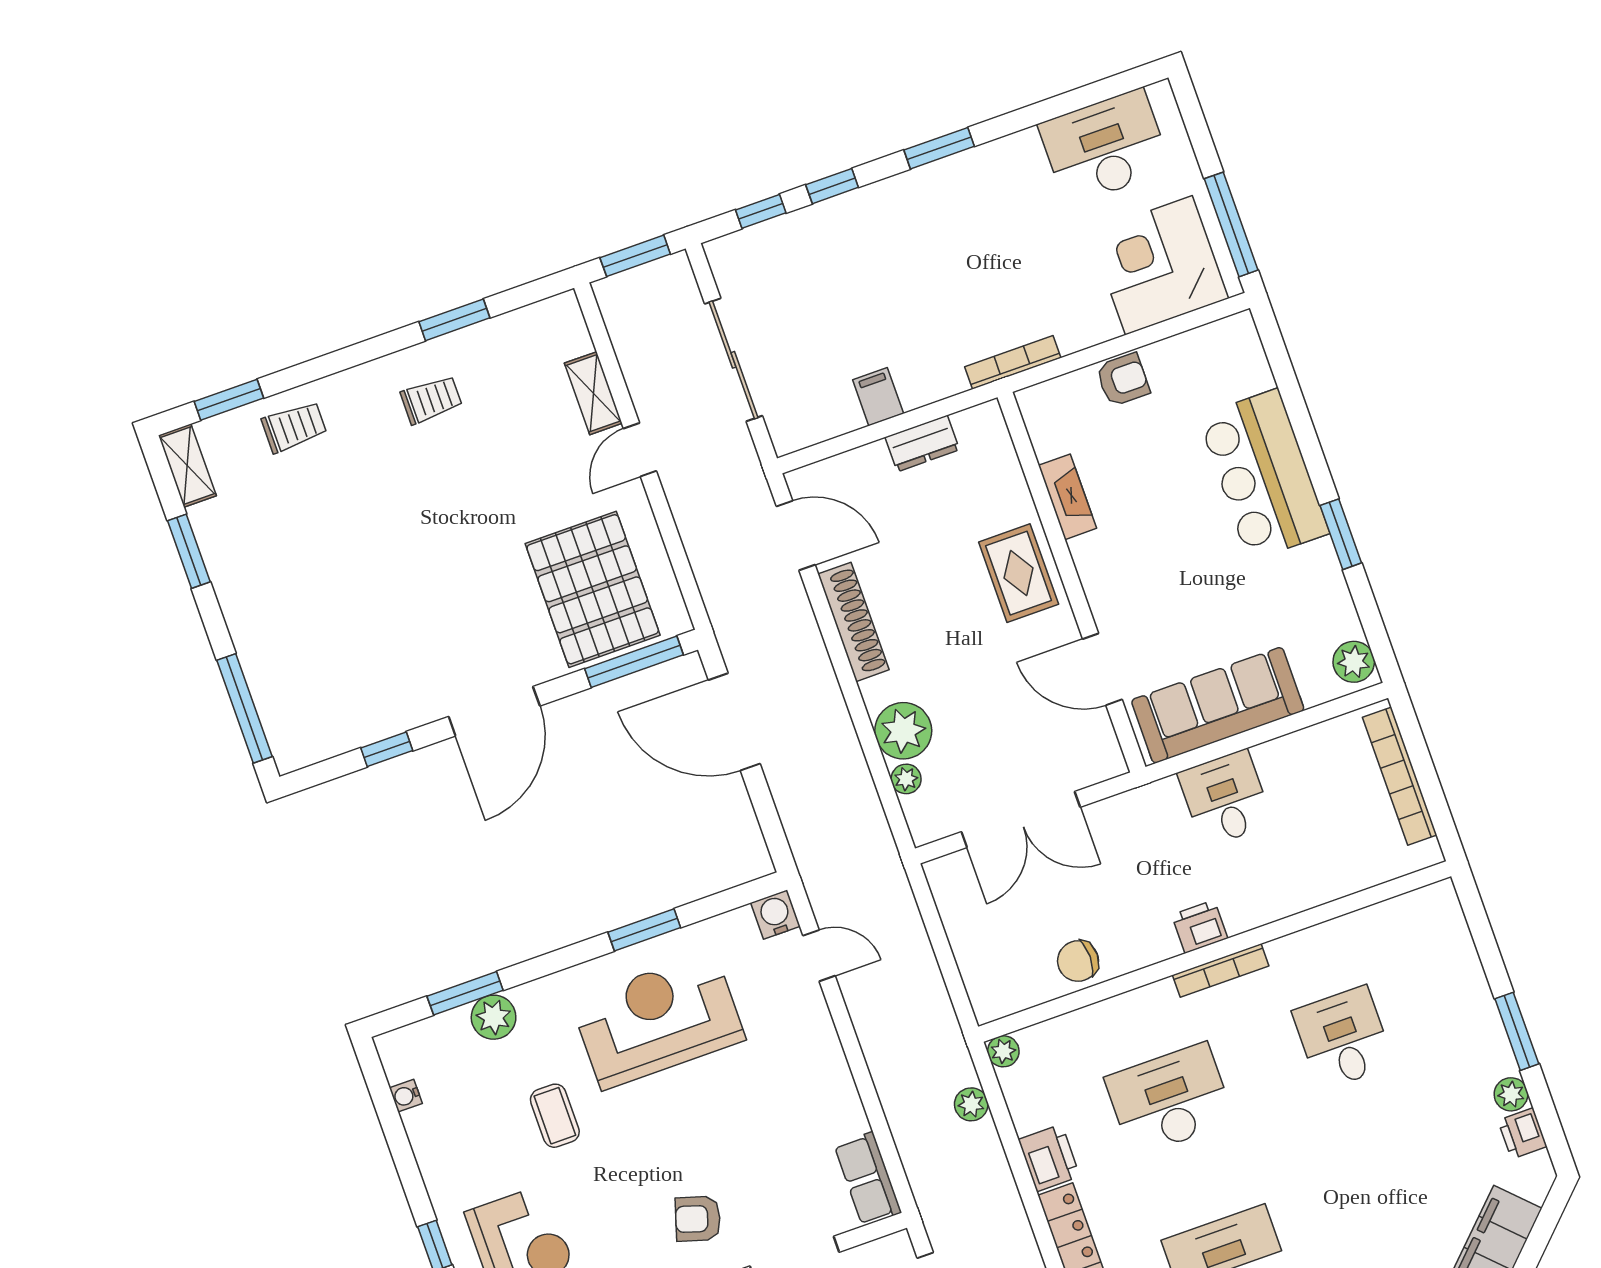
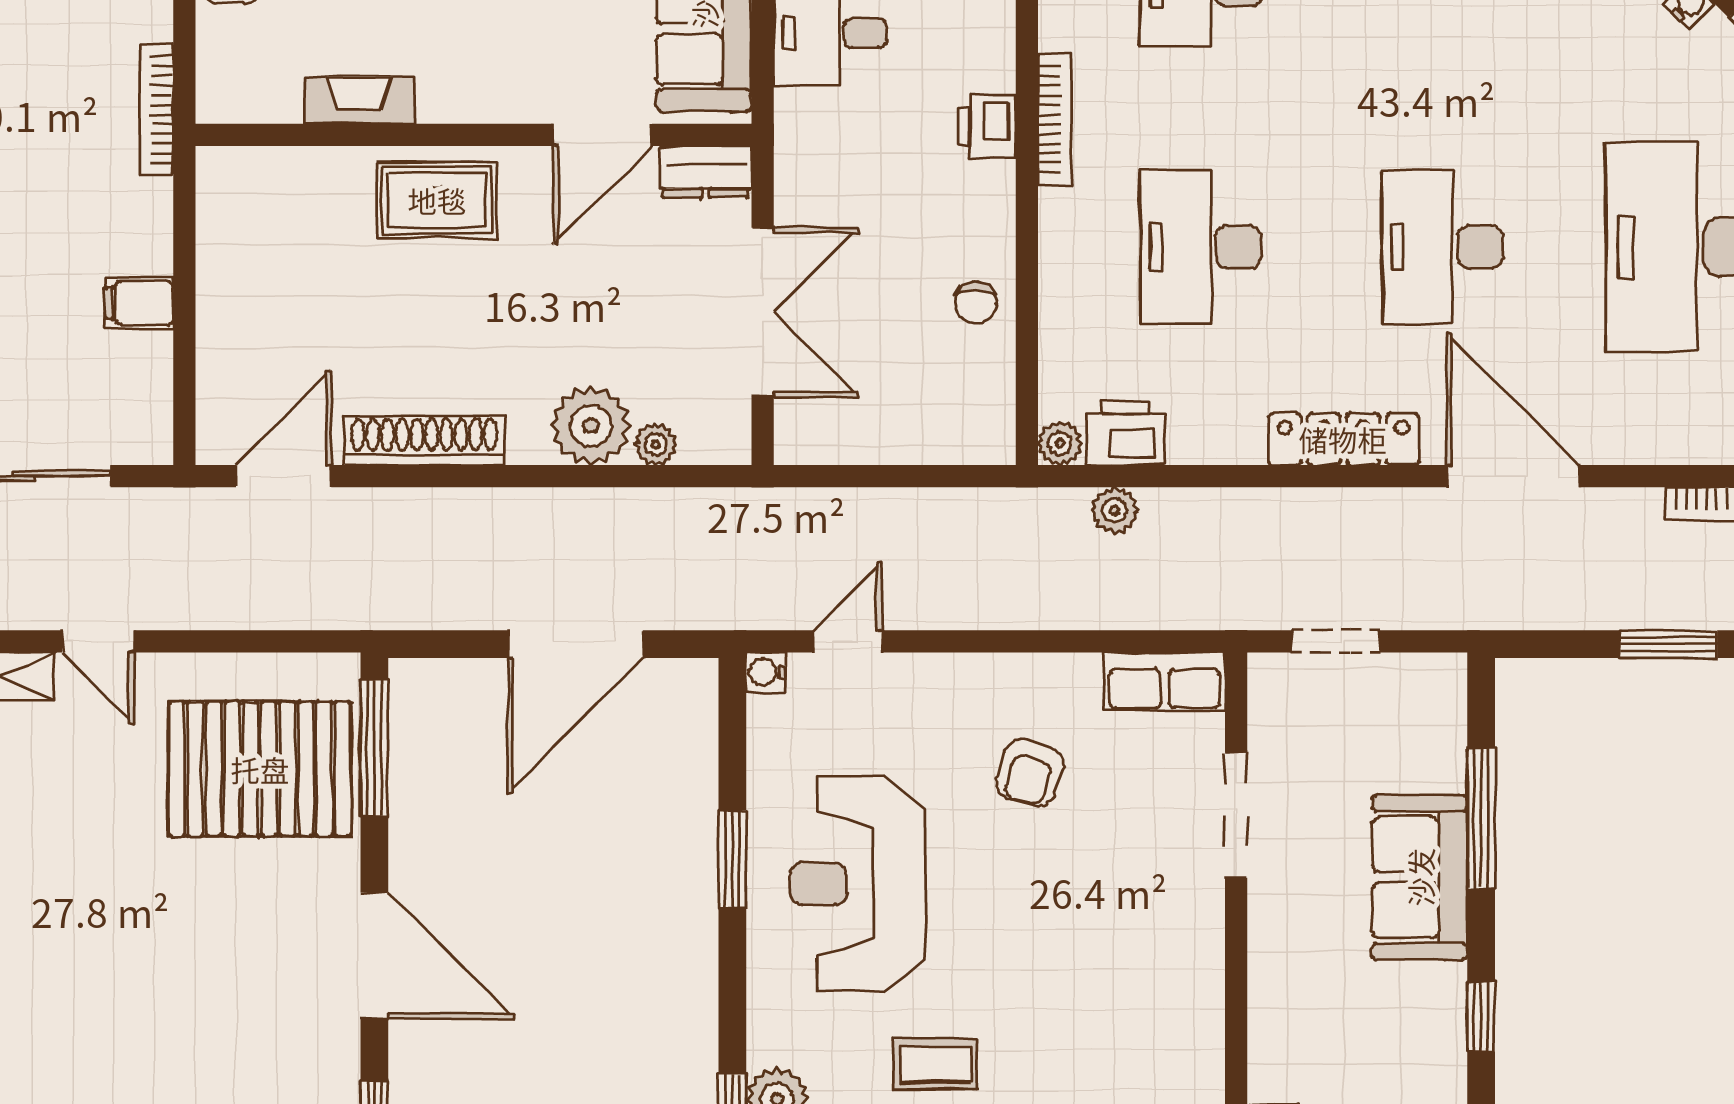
dresser: (922, 443) -> (705, 172), moved, turned 90
door: (734, 722) -> (575, 644), moved
water cooler: (775, 915) -> (766, 672), width x0.72, depth x0.72
chair: (1078, 961) -> (976, 303), width x0.73, depth x0.73
printer: (1049, 1158) -> (1125, 433), moved
armchair: (698, 1219) -> (1030, 773), moved

